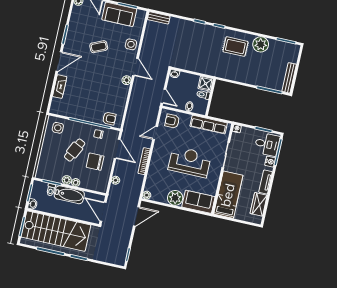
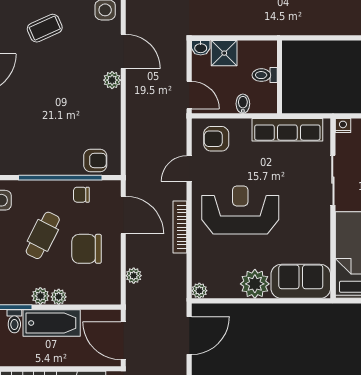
shower: (206, 84) -> (224, 53), moved
reception desk: (190, 162) -> (240, 210), moved

